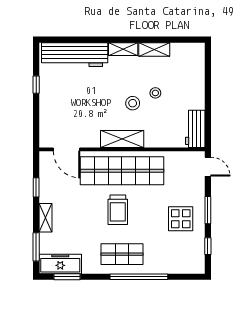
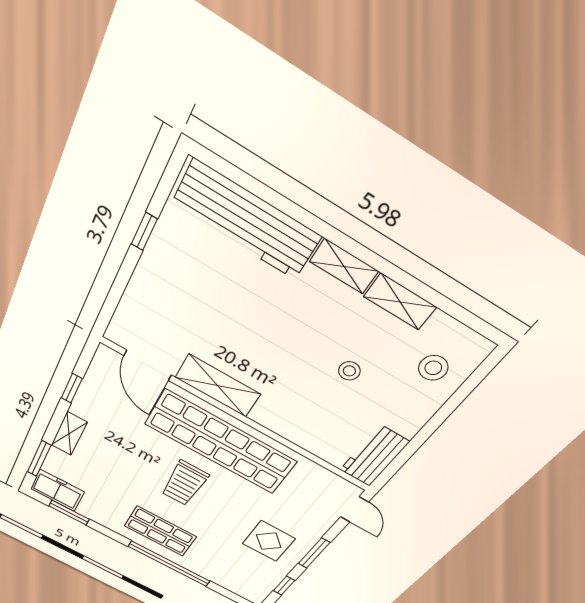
stool: (133, 103) -> (433, 368), moved
shelving: (122, 139) -> (218, 386), moved
freezer: (60, 264) -> (57, 490), width x0.71

